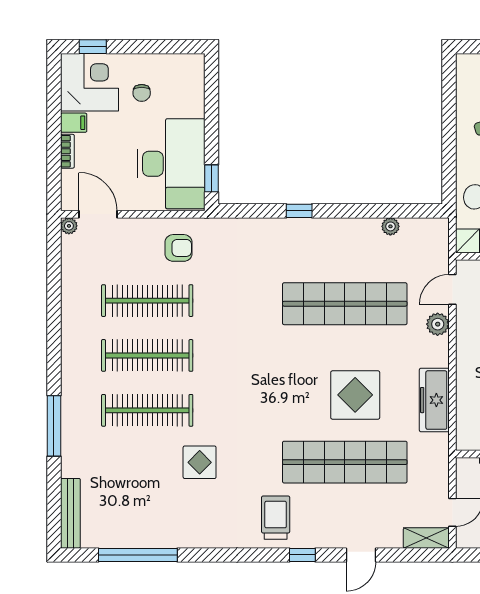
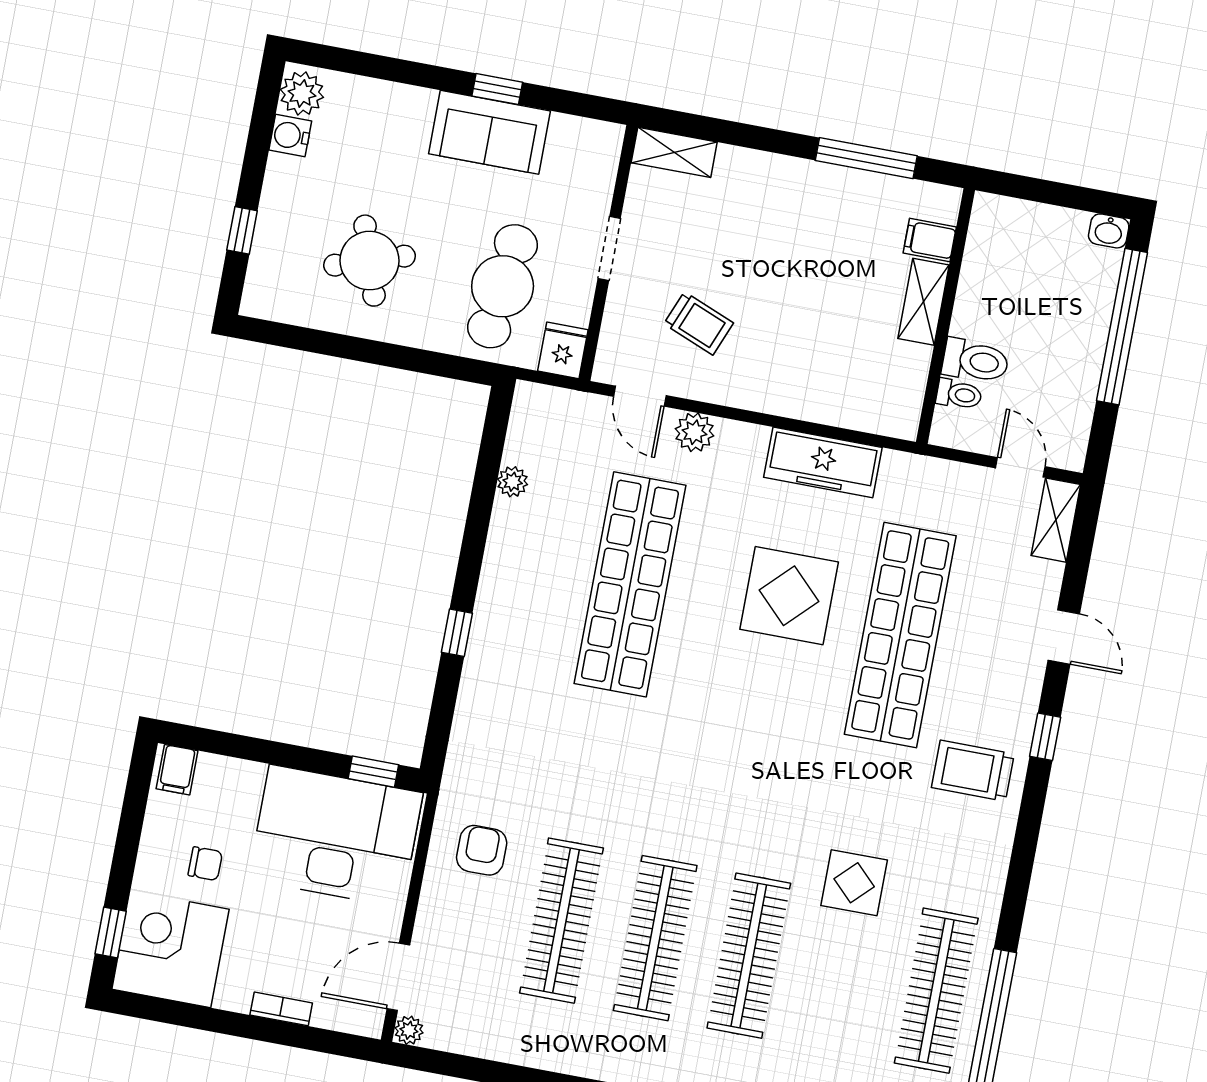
filing cabinet: (74, 123) -> (177, 770), moved, turned 180
clothes rail: (147, 520) -> (936, 991), added

